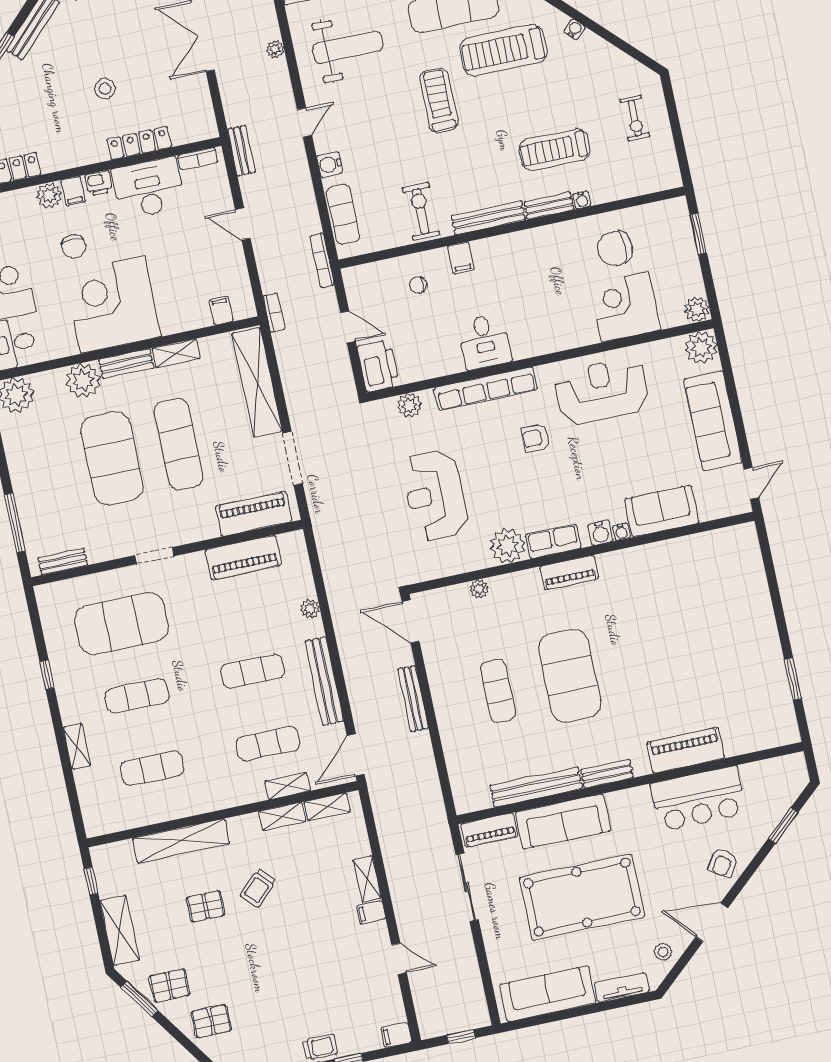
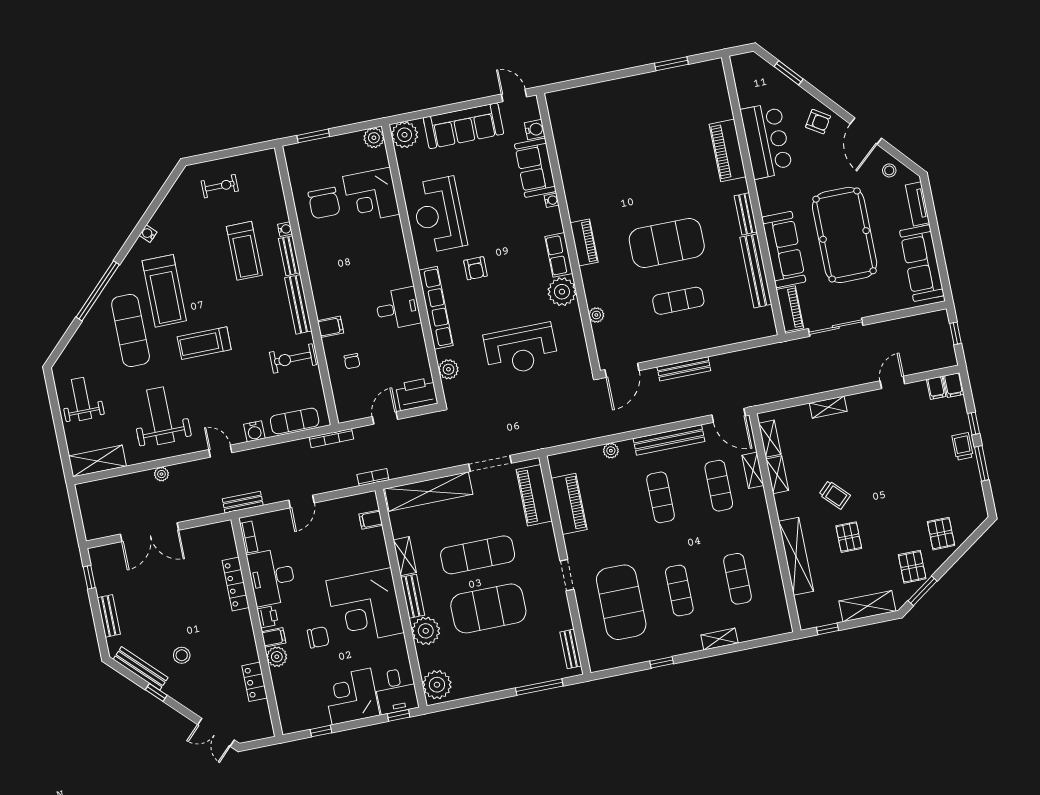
stool: (105, 89) -> (182, 655), moved
water cooler: (600, 533) -> (535, 129), moved
filing cabinet: (371, 912) -> (936, 388), moved

